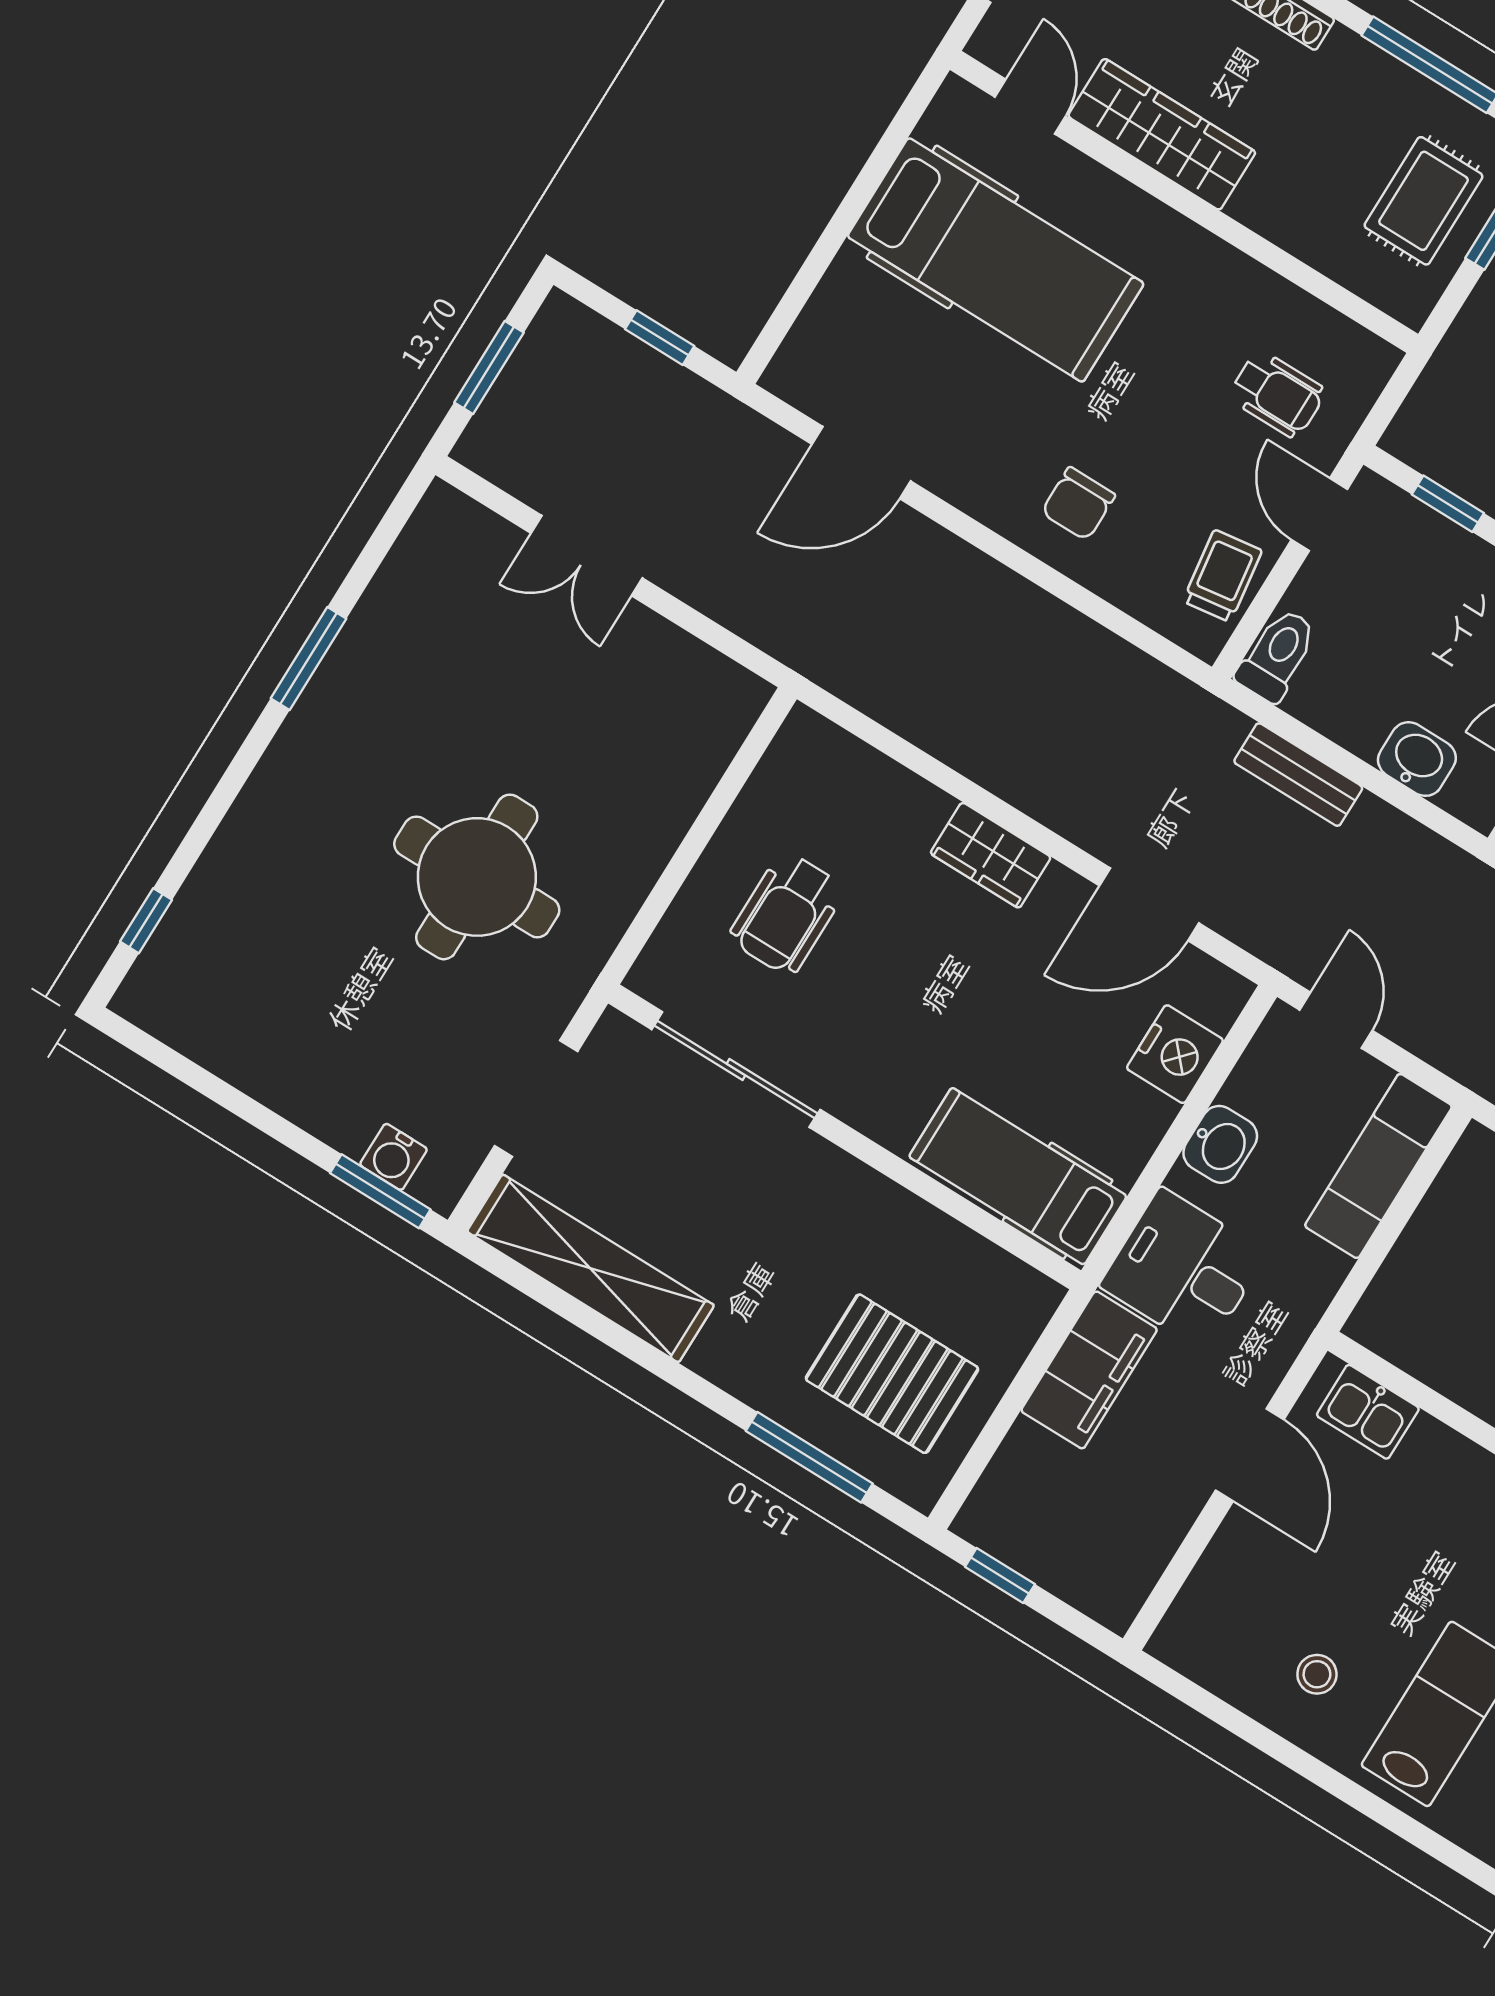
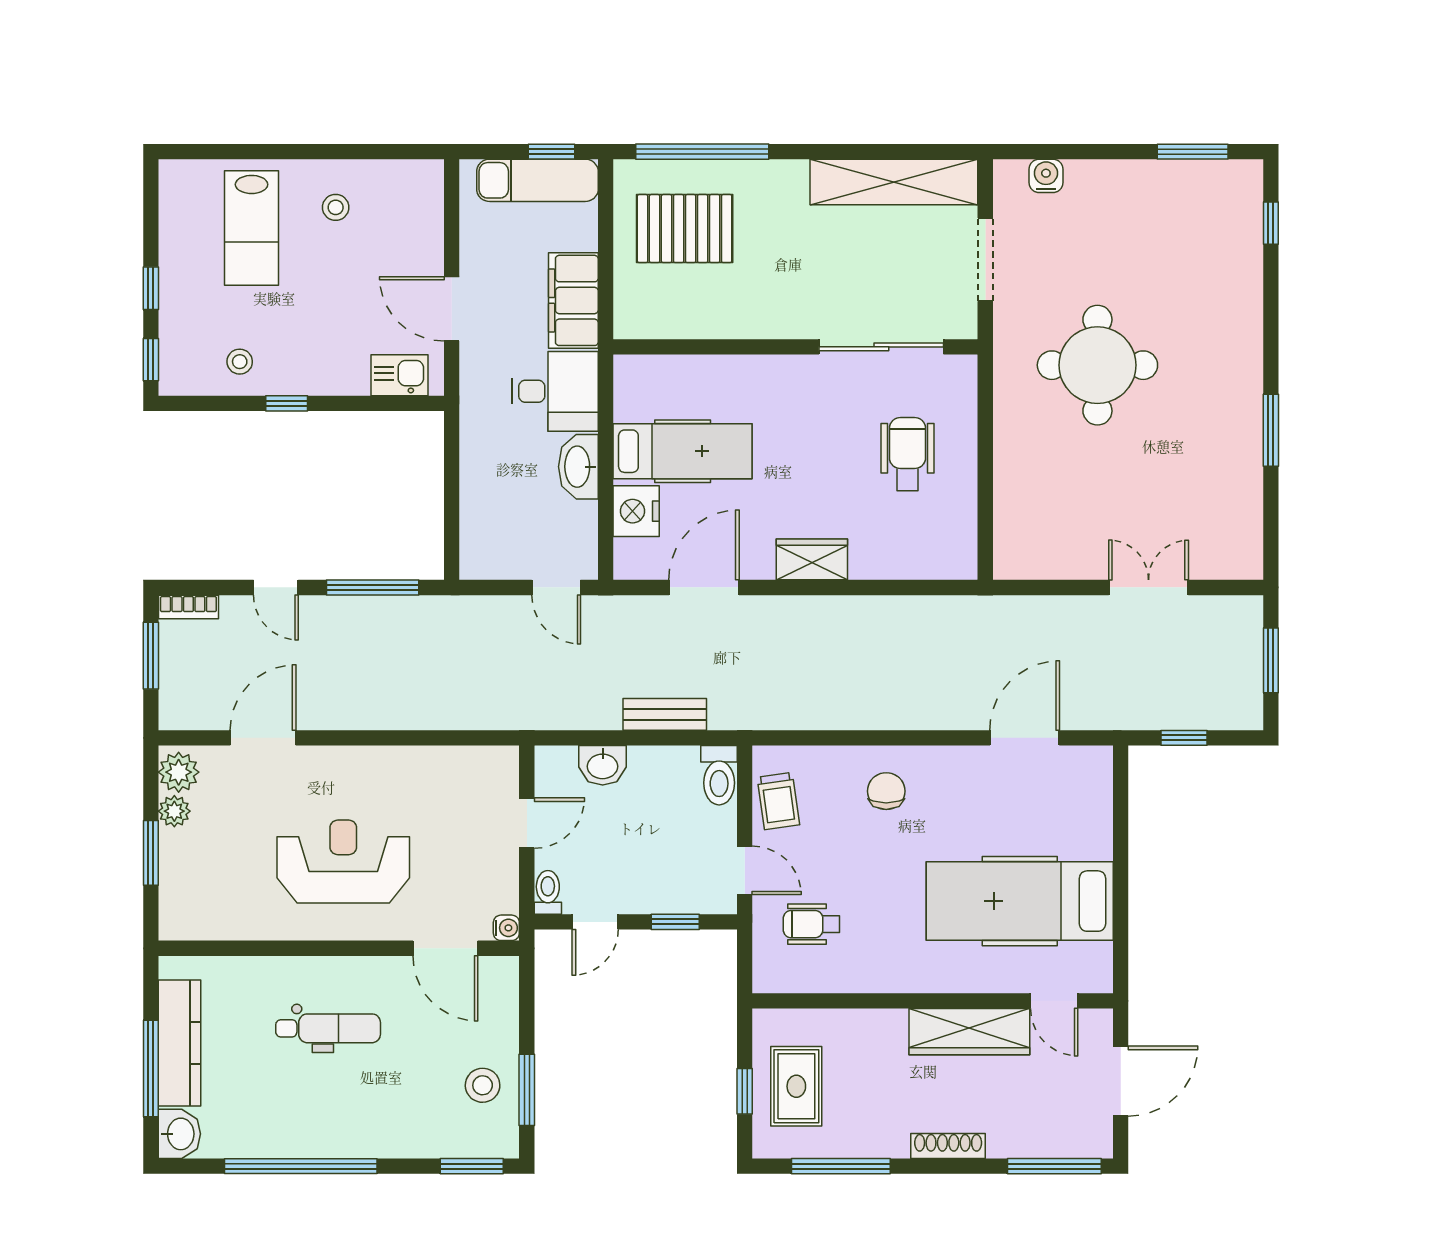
washbasin: (1220, 1144) -> (578, 467), width x1.38
exam couch: (1378, 1166) -> (537, 180), moved, turned 90
hospital bed: (1018, 1176) -> (683, 451), moved
window: (380, 1191) -> (1193, 152), moved
window: (809, 1457) -> (702, 152), width x1.46

